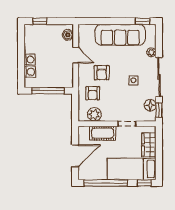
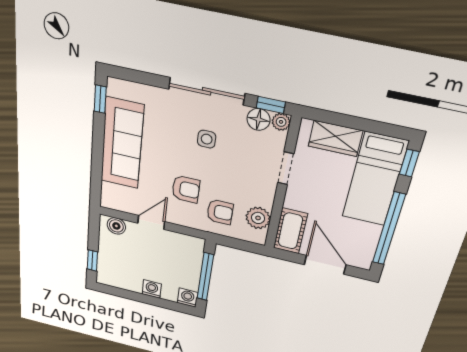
plant: (151, 52) -> (281, 122), moved
washing machine: (30, 72) -> (187, 298), moved
cot: (103, 133) -> (290, 231), moved

